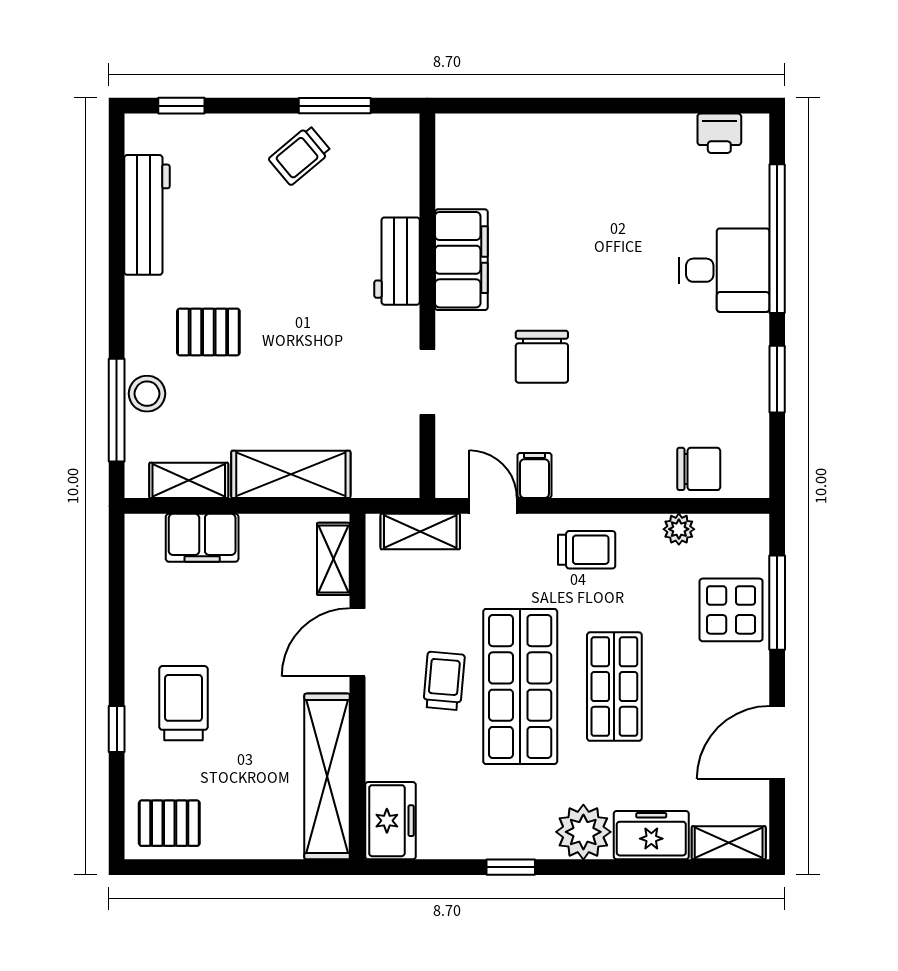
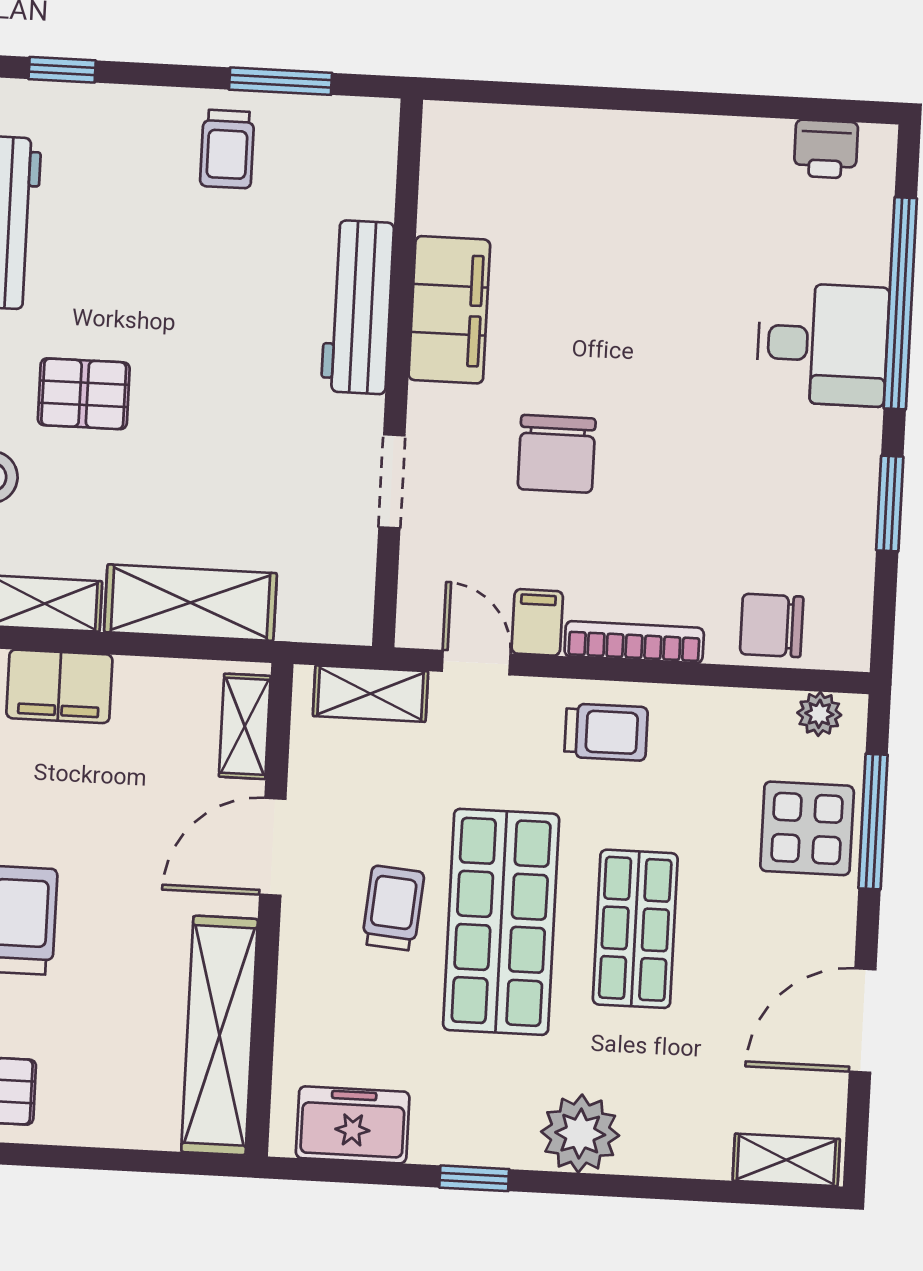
trolley: (300, 155) -> (227, 149), turned -50
workbench: (397, 261) -> (358, 307), width x1.38
chair: (699, 469) -> (772, 625), turned 180
bookcase: (603, 486) -> (634, 642), added
plant: (679, 529) -> (819, 714), moved
freezer: (390, 821) -> (353, 1125), moved, turned -90
freezer: (651, 835) -> (677, 1143), removed

